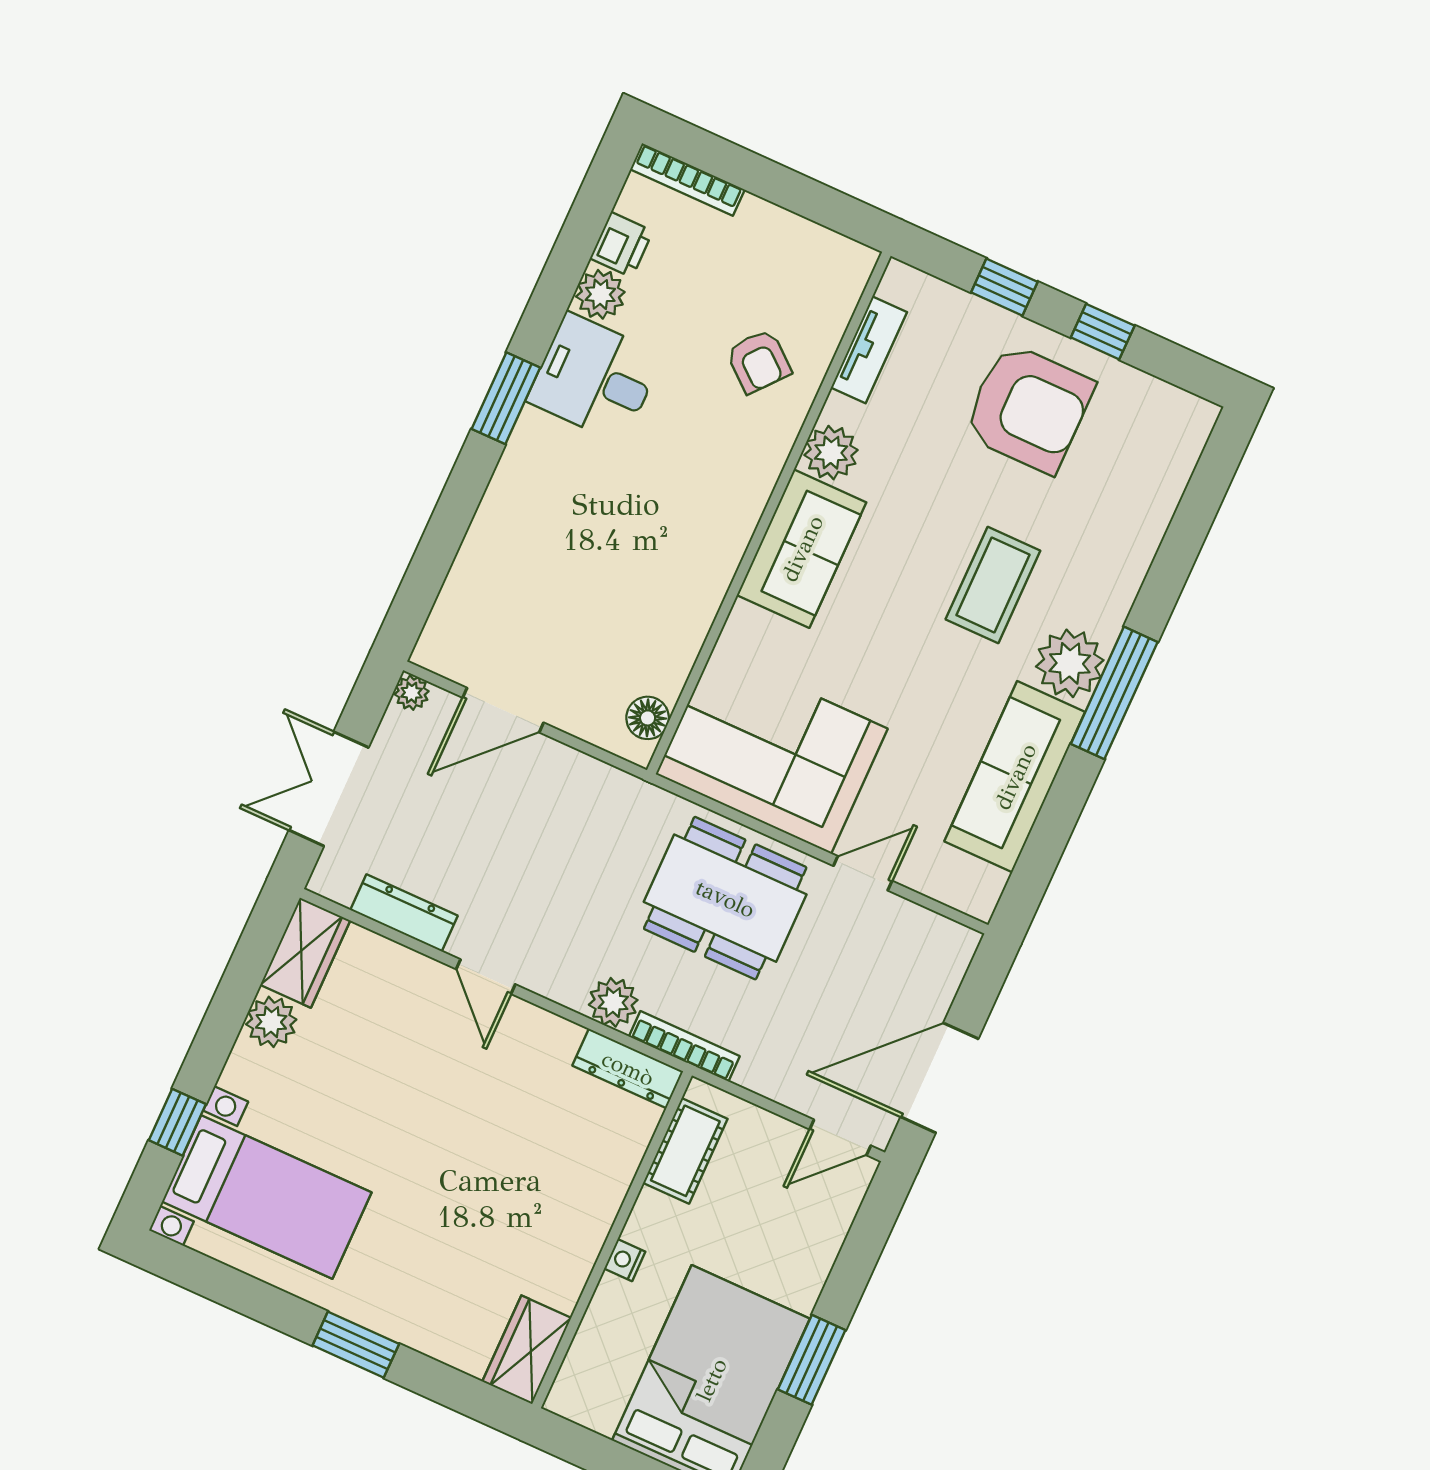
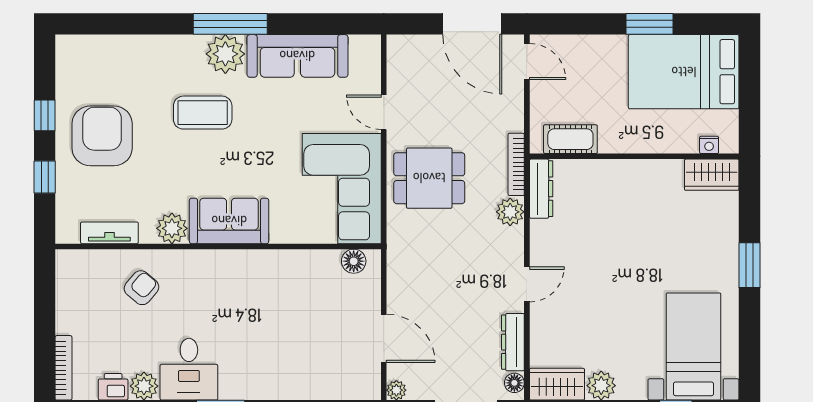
floor lamp: (338, 886) -> (514, 383), added
dining table: (725, 898) -> (429, 178), width x0.73
nightstand: (625, 1260) -> (709, 145), moved

